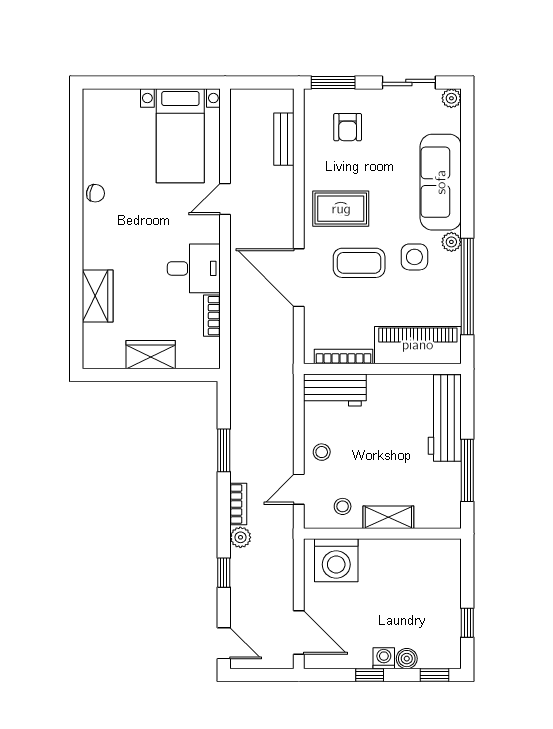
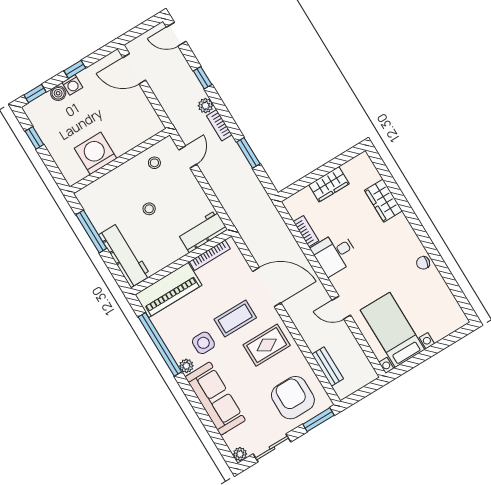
armchair: (348, 127) -> (293, 398), width x1.88, depth x1.88
door: (225, 199) -> (341, 308), swing flipped
stool: (322, 452) -> (149, 209), moved
shelving: (388, 517) -> (122, 173), removed
washing machine: (336, 560) -> (96, 153), moved

